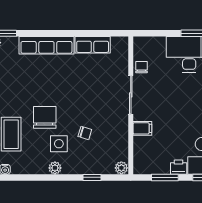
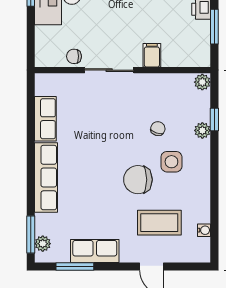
plant: (55, 168) -> (202, 130), moved

